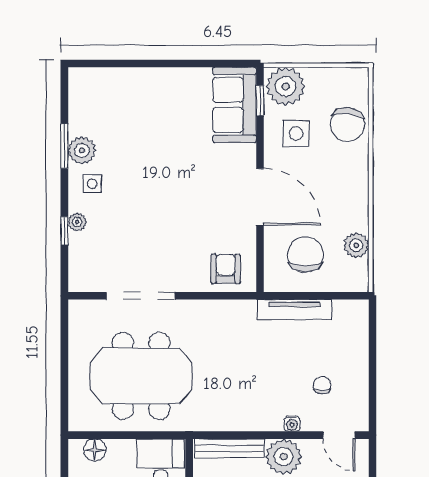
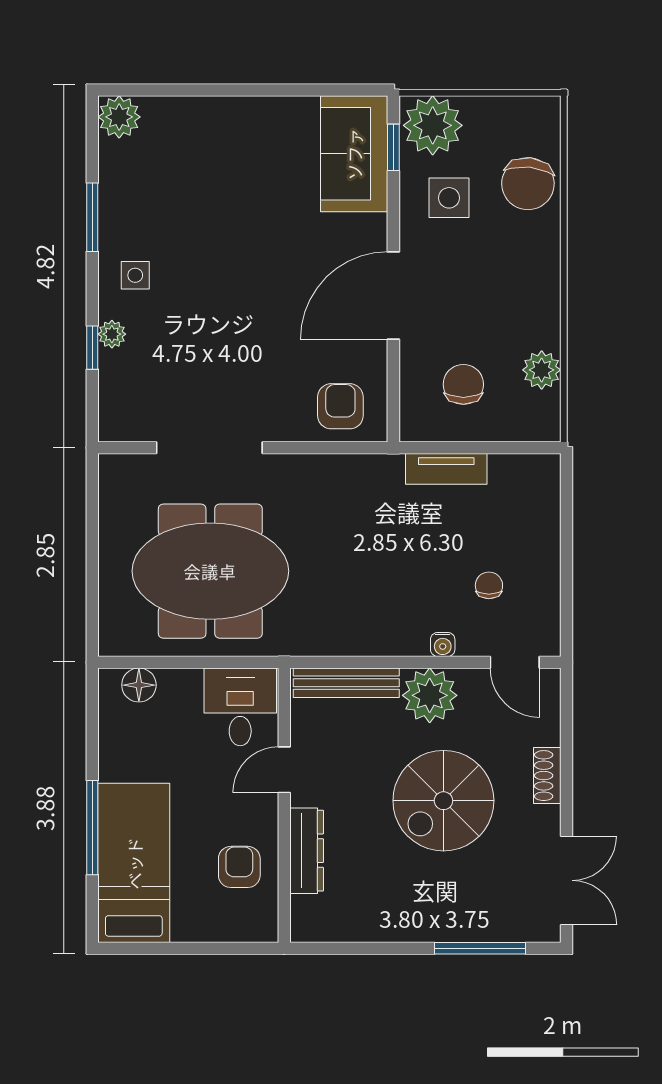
plant: (82, 150) -> (119, 117), moved
door: (260, 197) -> (393, 296), swing flipped
chair: (305, 255) -> (463, 384), width x0.73, depth x0.73
tv unit: (294, 310) -> (446, 469), width x0.71

